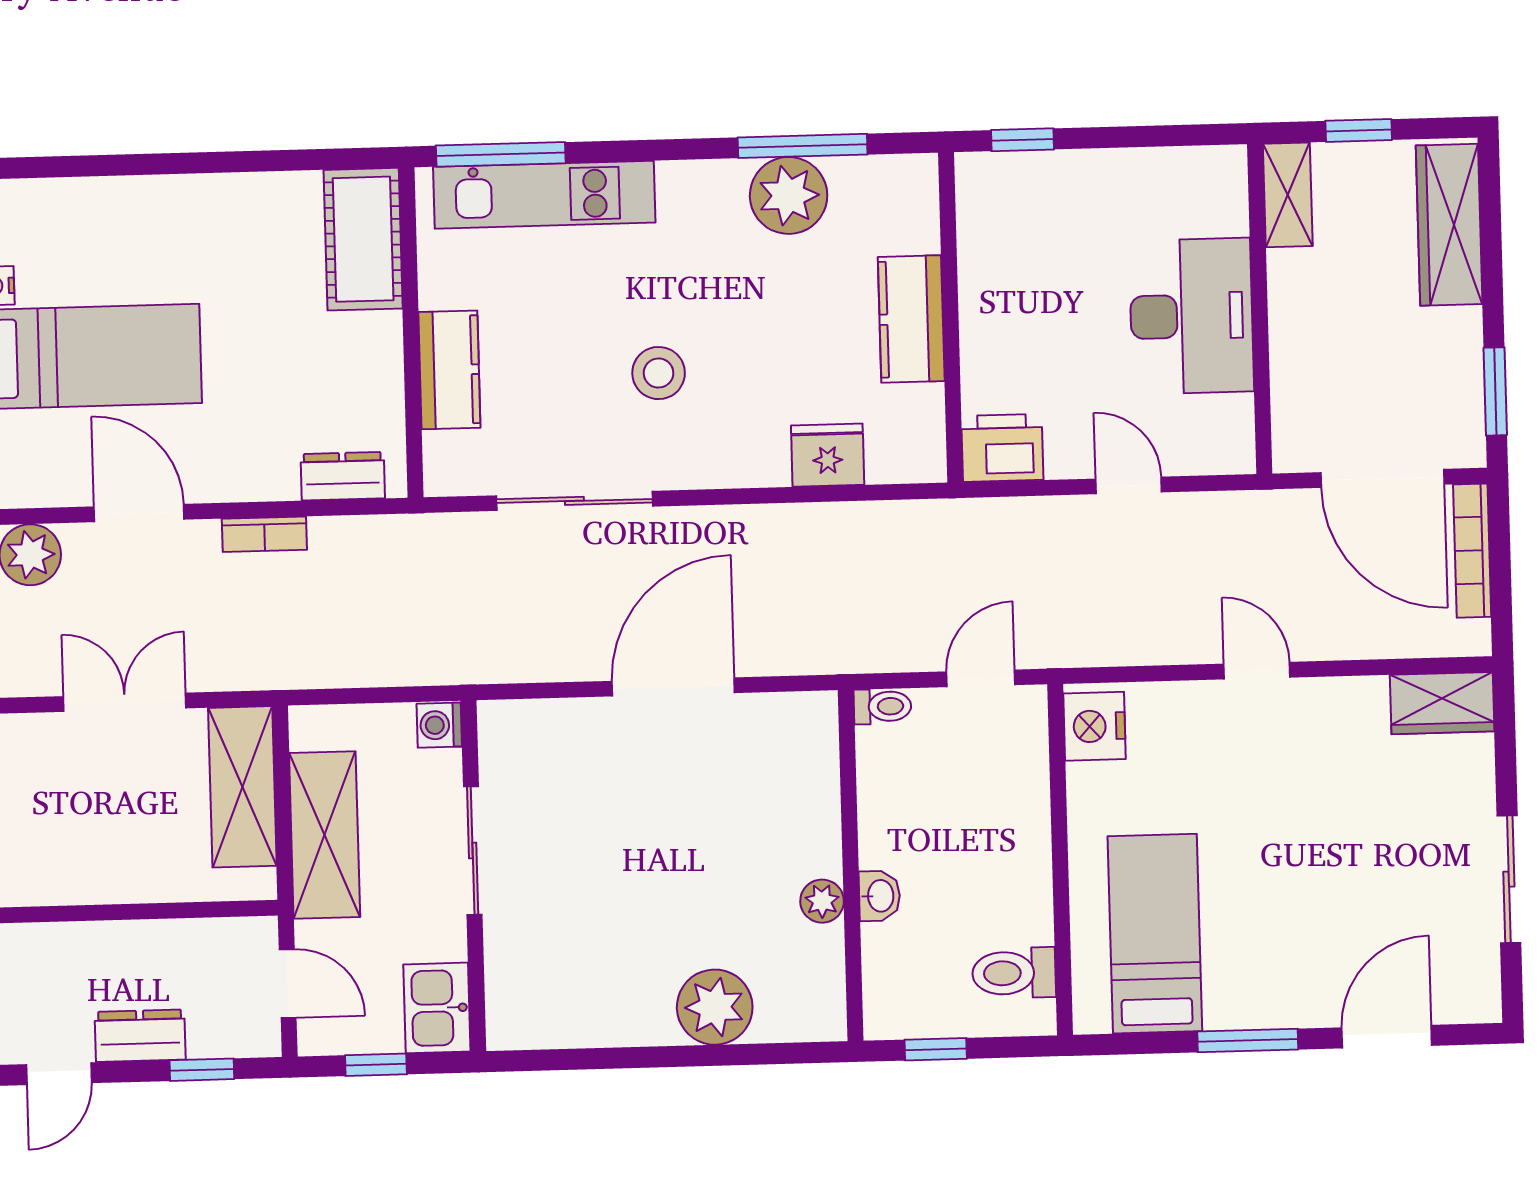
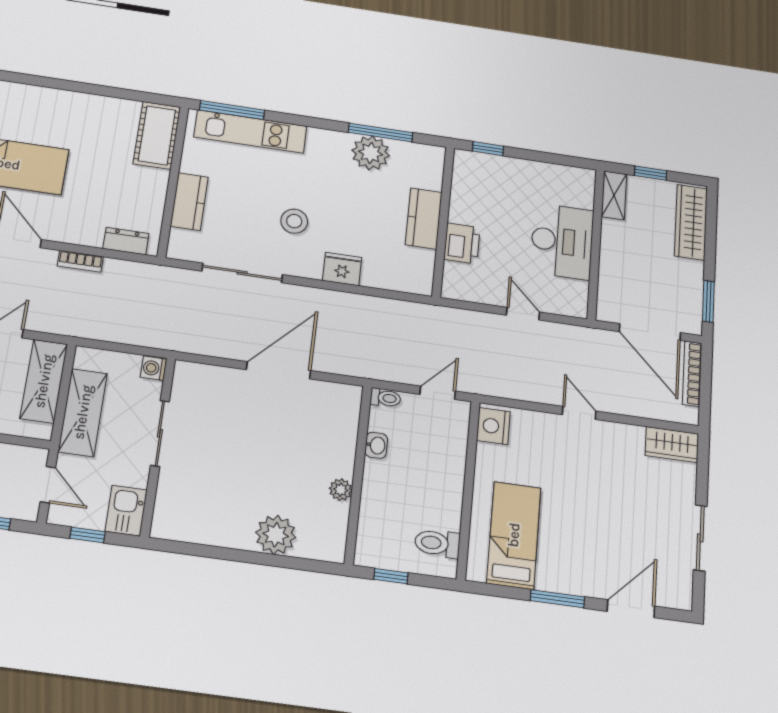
printer: (1002, 448) -> (462, 243), moved, turned 90
fridge: (828, 455) -> (342, 269), moved
washbasin: (880, 896) -> (376, 445), moved

